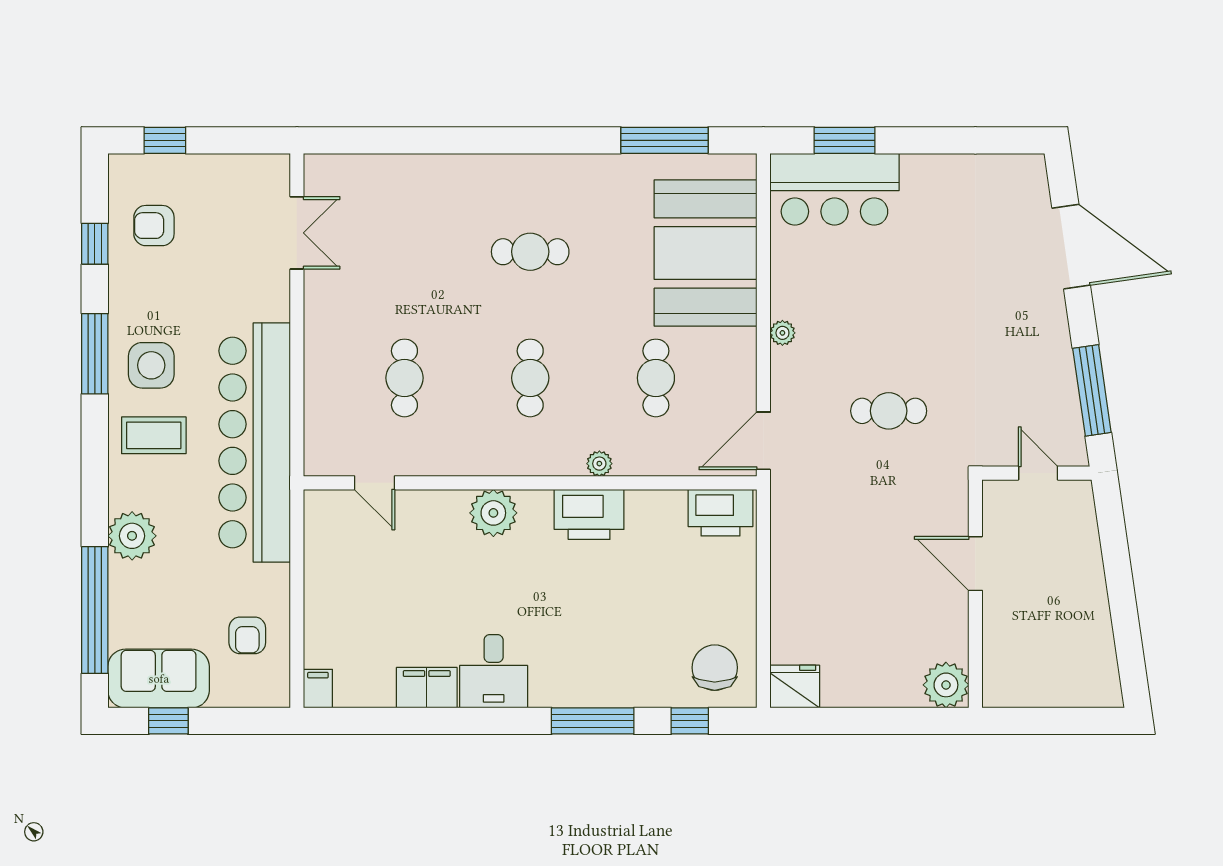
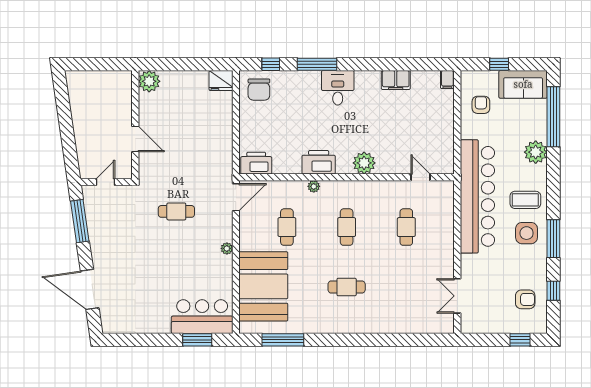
door: (1038, 473) -> (105, 182), swing flipped
desk: (494, 671) -> (338, 88), moved
window: (168, 721) -> (499, 64), moved

